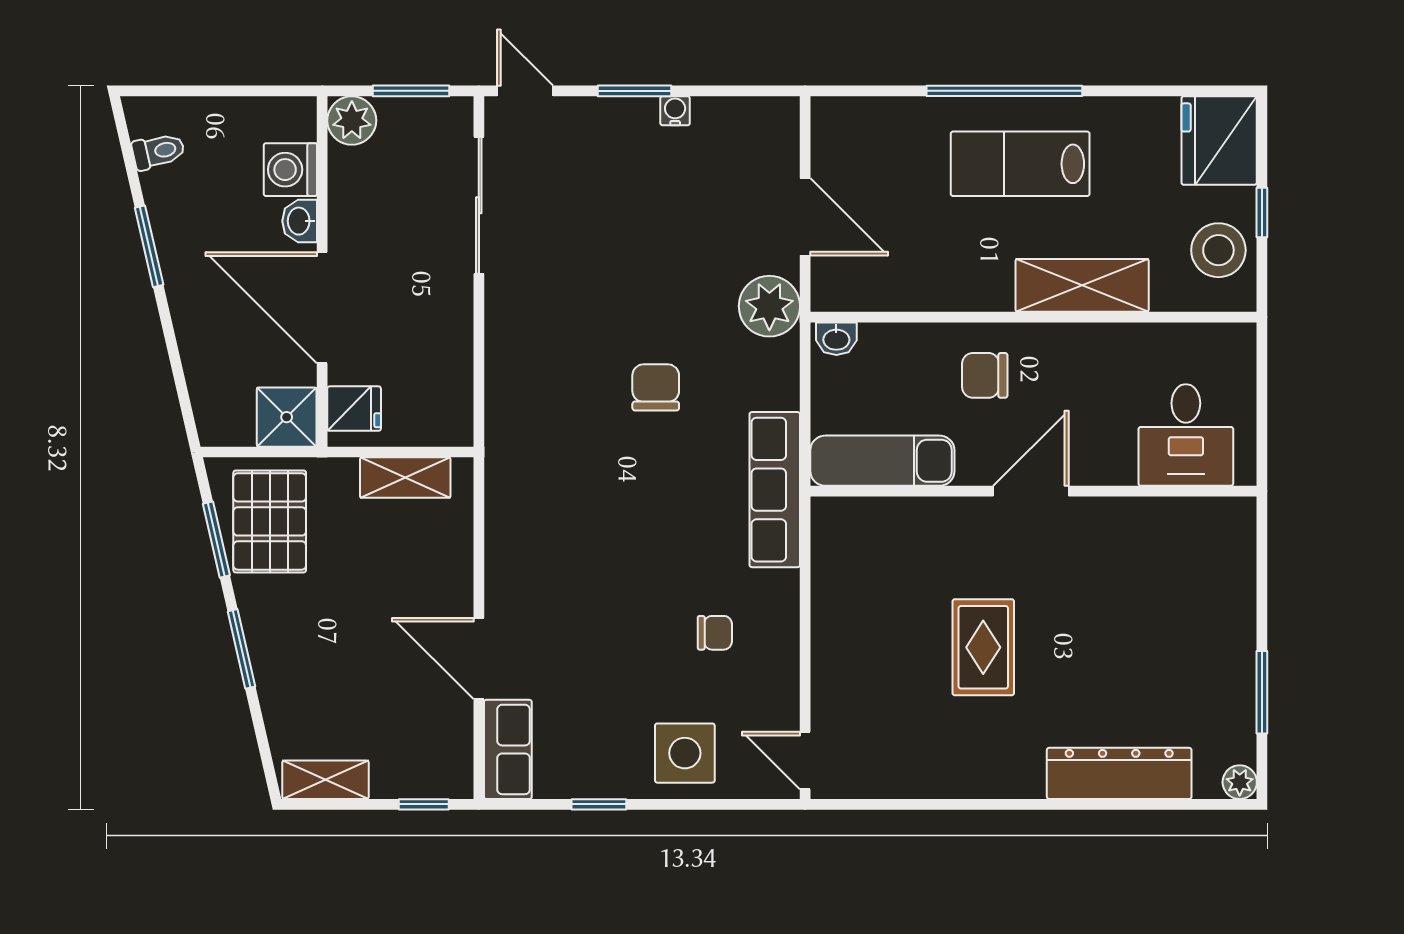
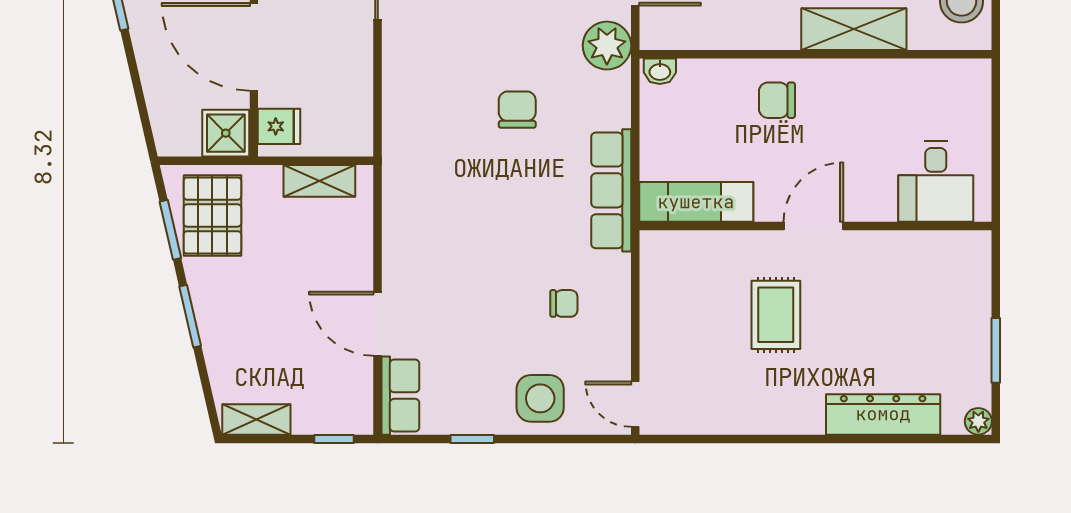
desk: (1186, 435) -> (936, 182), moved
exam couch: (882, 461) -> (696, 202), moved
door: (1031, 491) -> (813, 226), moved
wall: (1034, 491) -> (816, 226), moved

